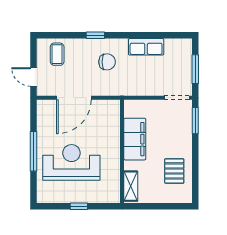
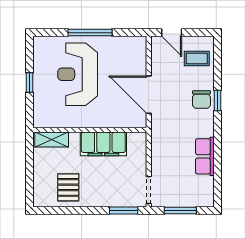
chair: (107, 62) -> (201, 100), moved
door: (34, 77) -> (172, 33), swing flipped
door: (74, 98) -> (149, 95), moved
reception desk: (71, 162) -> (78, 74), turned 180
pallet: (174, 171) -> (68, 187), turned 90

